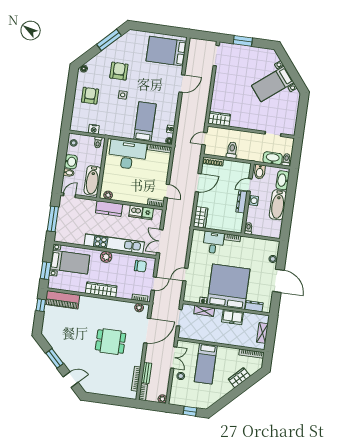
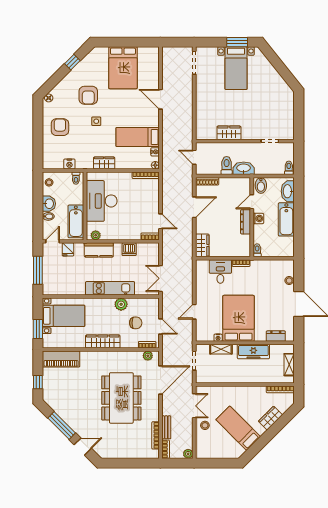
window: (109, 40) -> (72, 62), width x0.46
window: (243, 41) -> (237, 42), moved
bed: (166, 51) -> (123, 68), moved, turned -90
armchair: (119, 71) -> (88, 95), turned 180
door: (182, 84) -> (160, 99), swing flipped
bed with nightstands: (273, 84) -> (236, 68), moved, turned -51
wardrobe: (219, 119) -> (229, 133), moved
bed: (145, 122) -> (138, 137), moved, turned -90
wardrobe: (124, 133) -> (104, 163), added
door: (204, 139) -> (194, 157), hinge flipped
desk: (127, 155) -> (102, 201), moved, turned -90
washbasin: (273, 158) -> (244, 168), moved
fridge: (148, 213) -> (68, 249), moved
kitchen unit: (114, 244) -> (110, 288), width x0.73
plant: (106, 257) -> (121, 304), moved
chair: (140, 266) -> (136, 323), moved
door: (154, 284) -> (160, 327), hinge flipped
bed: (228, 287) -> (238, 318), width x0.73
window: (41, 305) -> (38, 382), moved
freezer: (233, 317) -> (253, 352), width x1.40
dining table: (111, 342) -> (121, 398), width x1.88, depth x1.24
window: (55, 358) -> (62, 425), width x1.44
bed: (206, 364) -> (238, 428), moved, turned 135
window: (190, 411) -> (221, 463), removed

